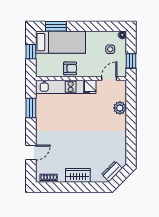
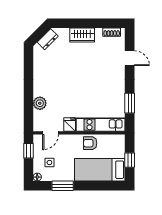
window: (56, 26) -> (63, 186), moved
door: (31, 153) -> (130, 58), swing flipped

